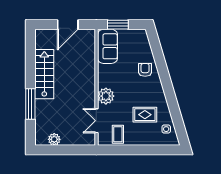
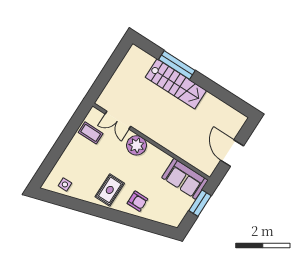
stairs: (44, 74) -> (176, 84), moved
rug: (145, 115) -> (110, 190), moved
double door: (96, 121) -> (118, 120), swing flipped
plant: (54, 139) -> (126, 66), removed

